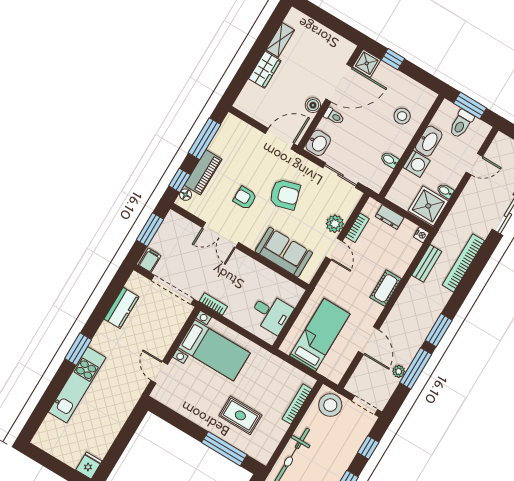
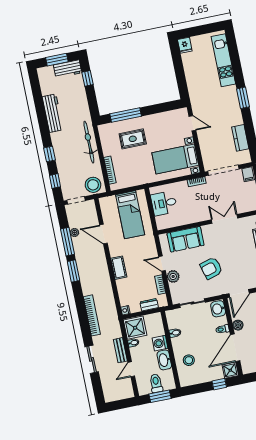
armchair: (245, 198) -> (229, 248), removed
bench: (427, 263) -> (120, 350), moved
kitchen unit: (77, 385) -> (223, 60), moved

